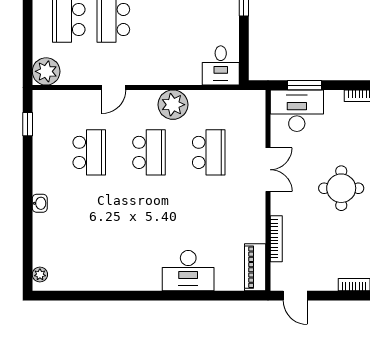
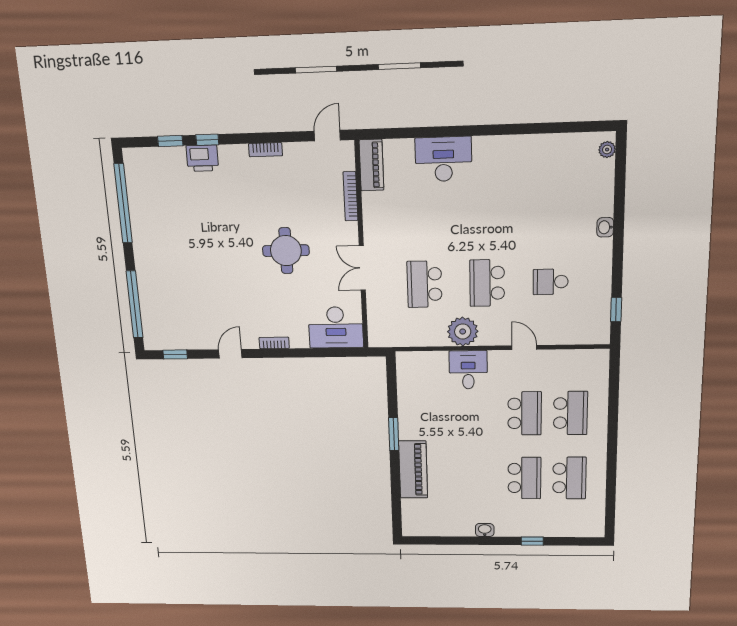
desk: (221, 65) -> (468, 370), moved
plant: (46, 71) -> (595, 363), removed
window: (305, 85) -> (329, 352), removed
door: (114, 88) -> (524, 348), hinge flipped
school desk: (89, 152) -> (551, 282), width x0.54
door: (295, 296) -> (327, 136), hinge flipped

